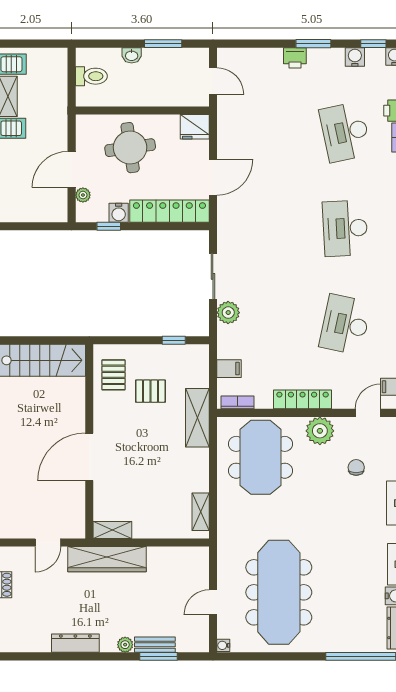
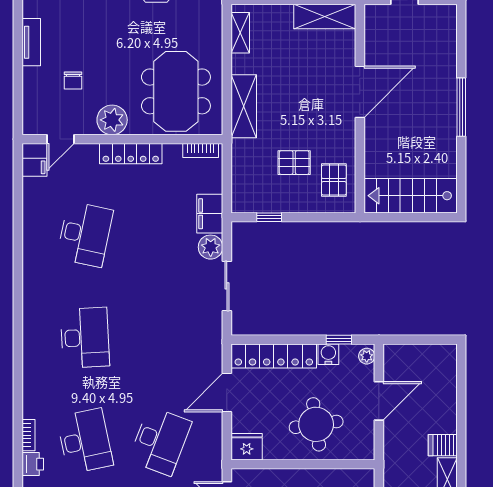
desk: (275, 132) -> (160, 441), added
plant: (83, 195) -> (367, 356), moved
filing cabinet: (229, 369) -> (210, 214), moved, width x2.00
shelving: (197, 418) -> (244, 106), moved
shelving: (112, 530) -> (325, 16), width x1.50, depth x1.33

